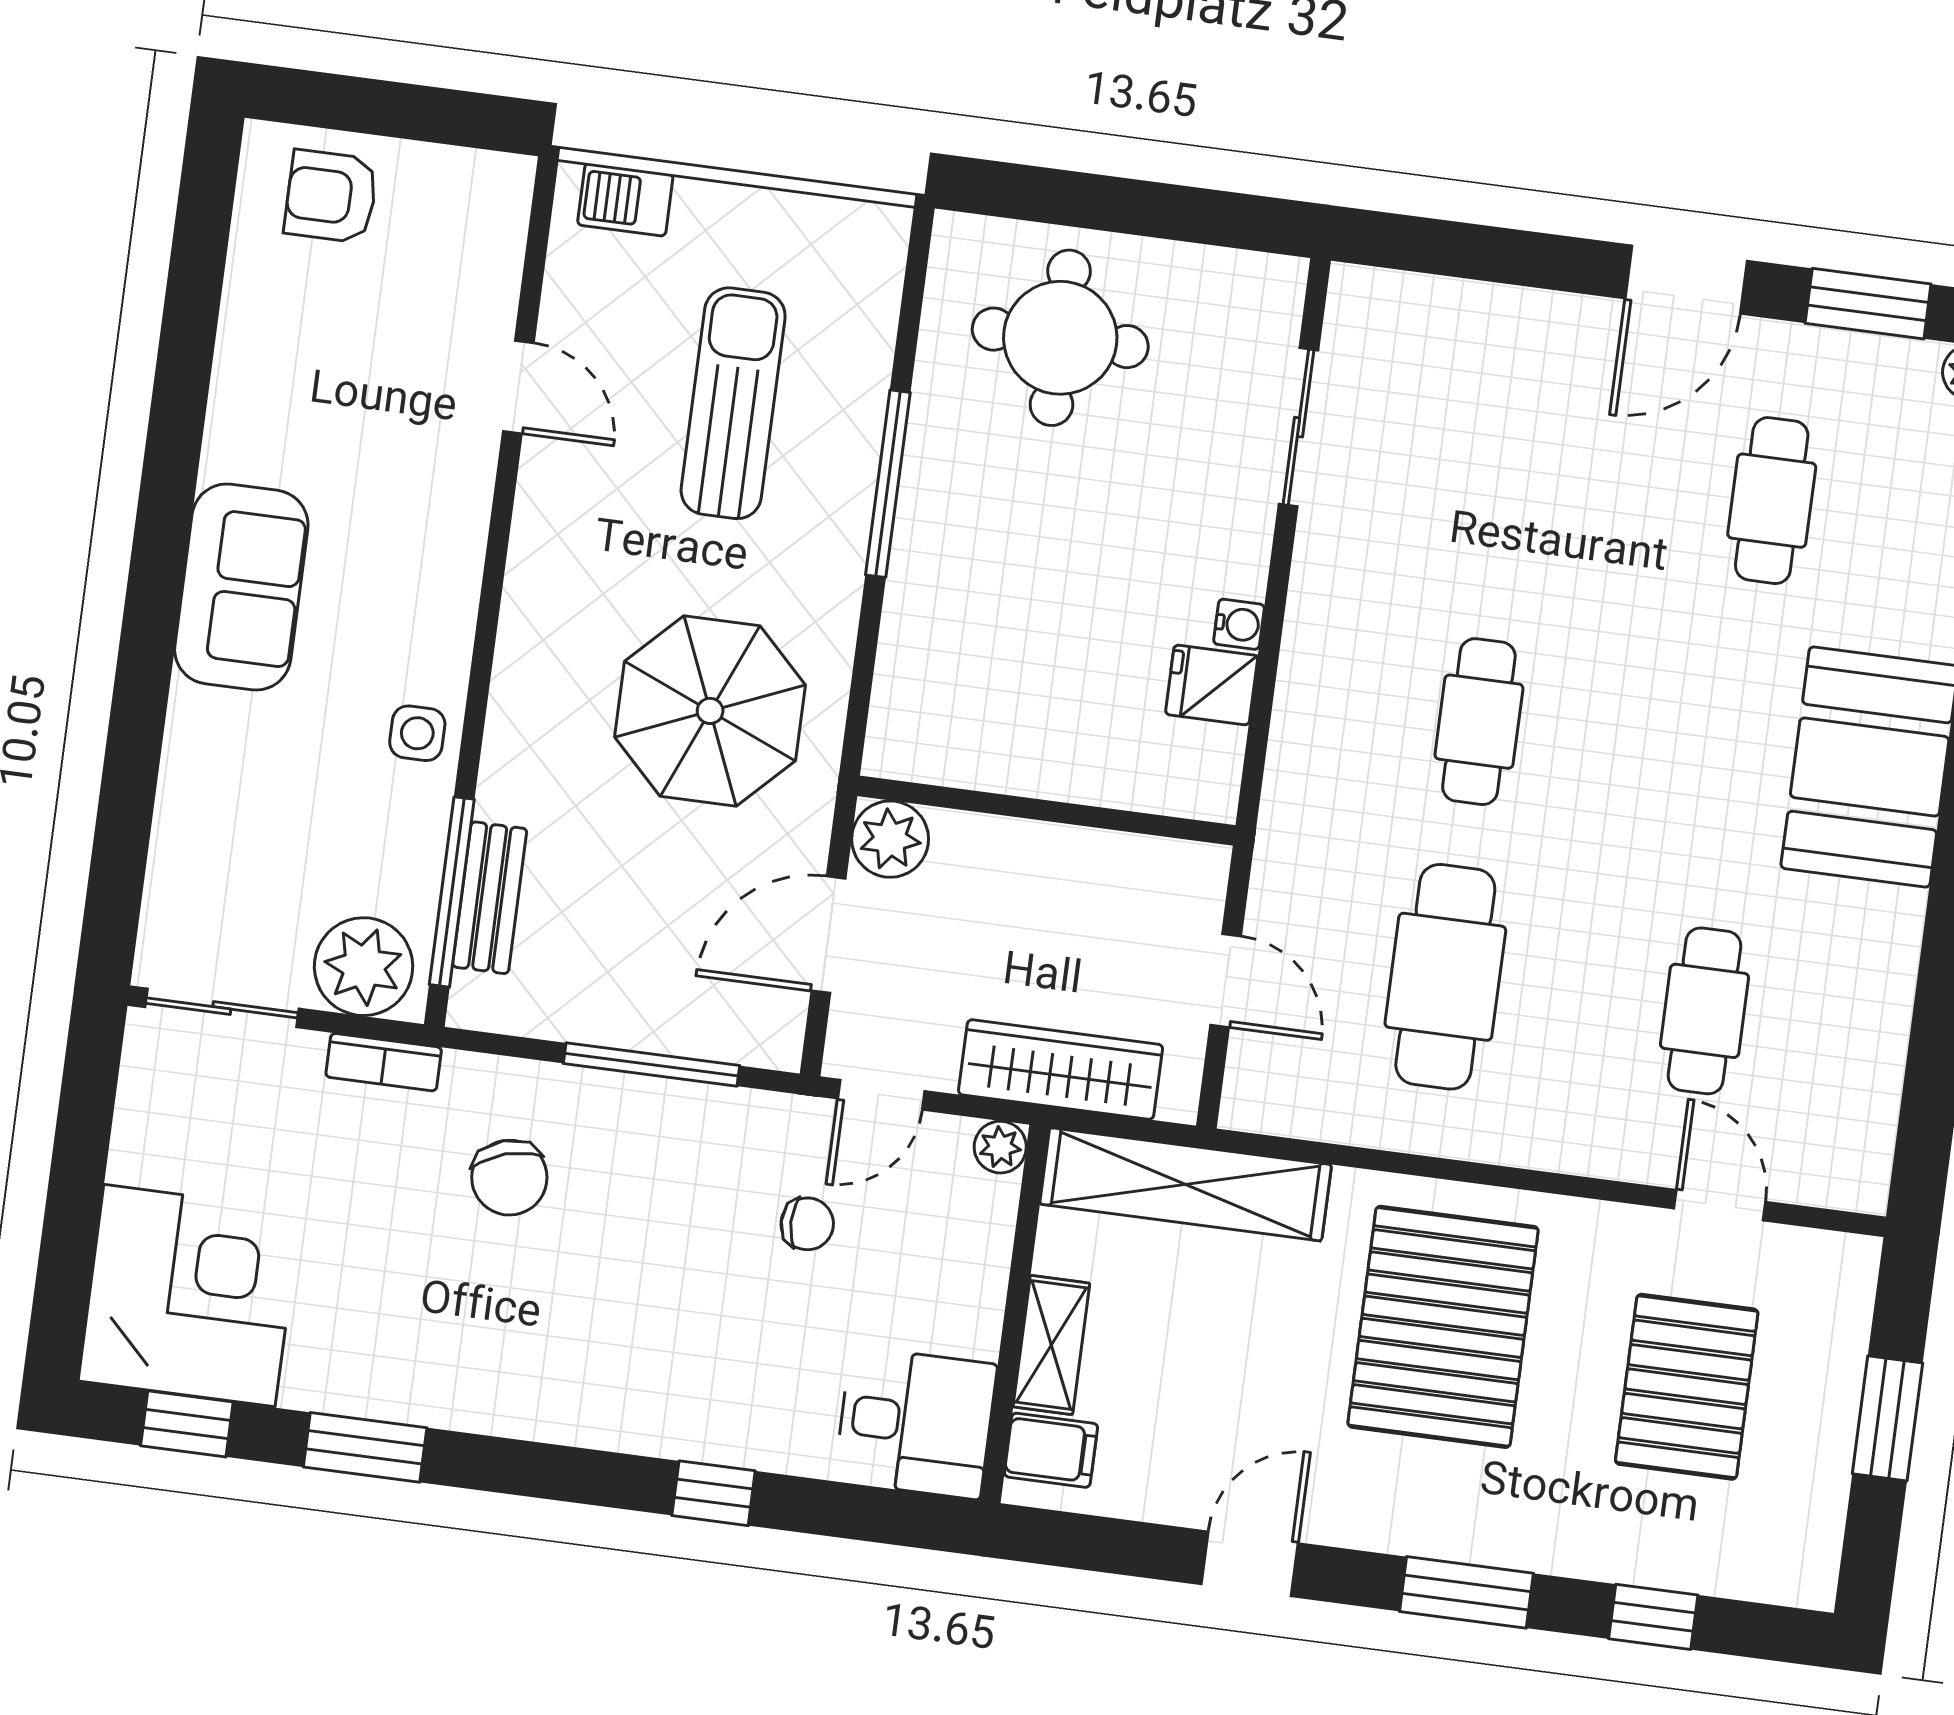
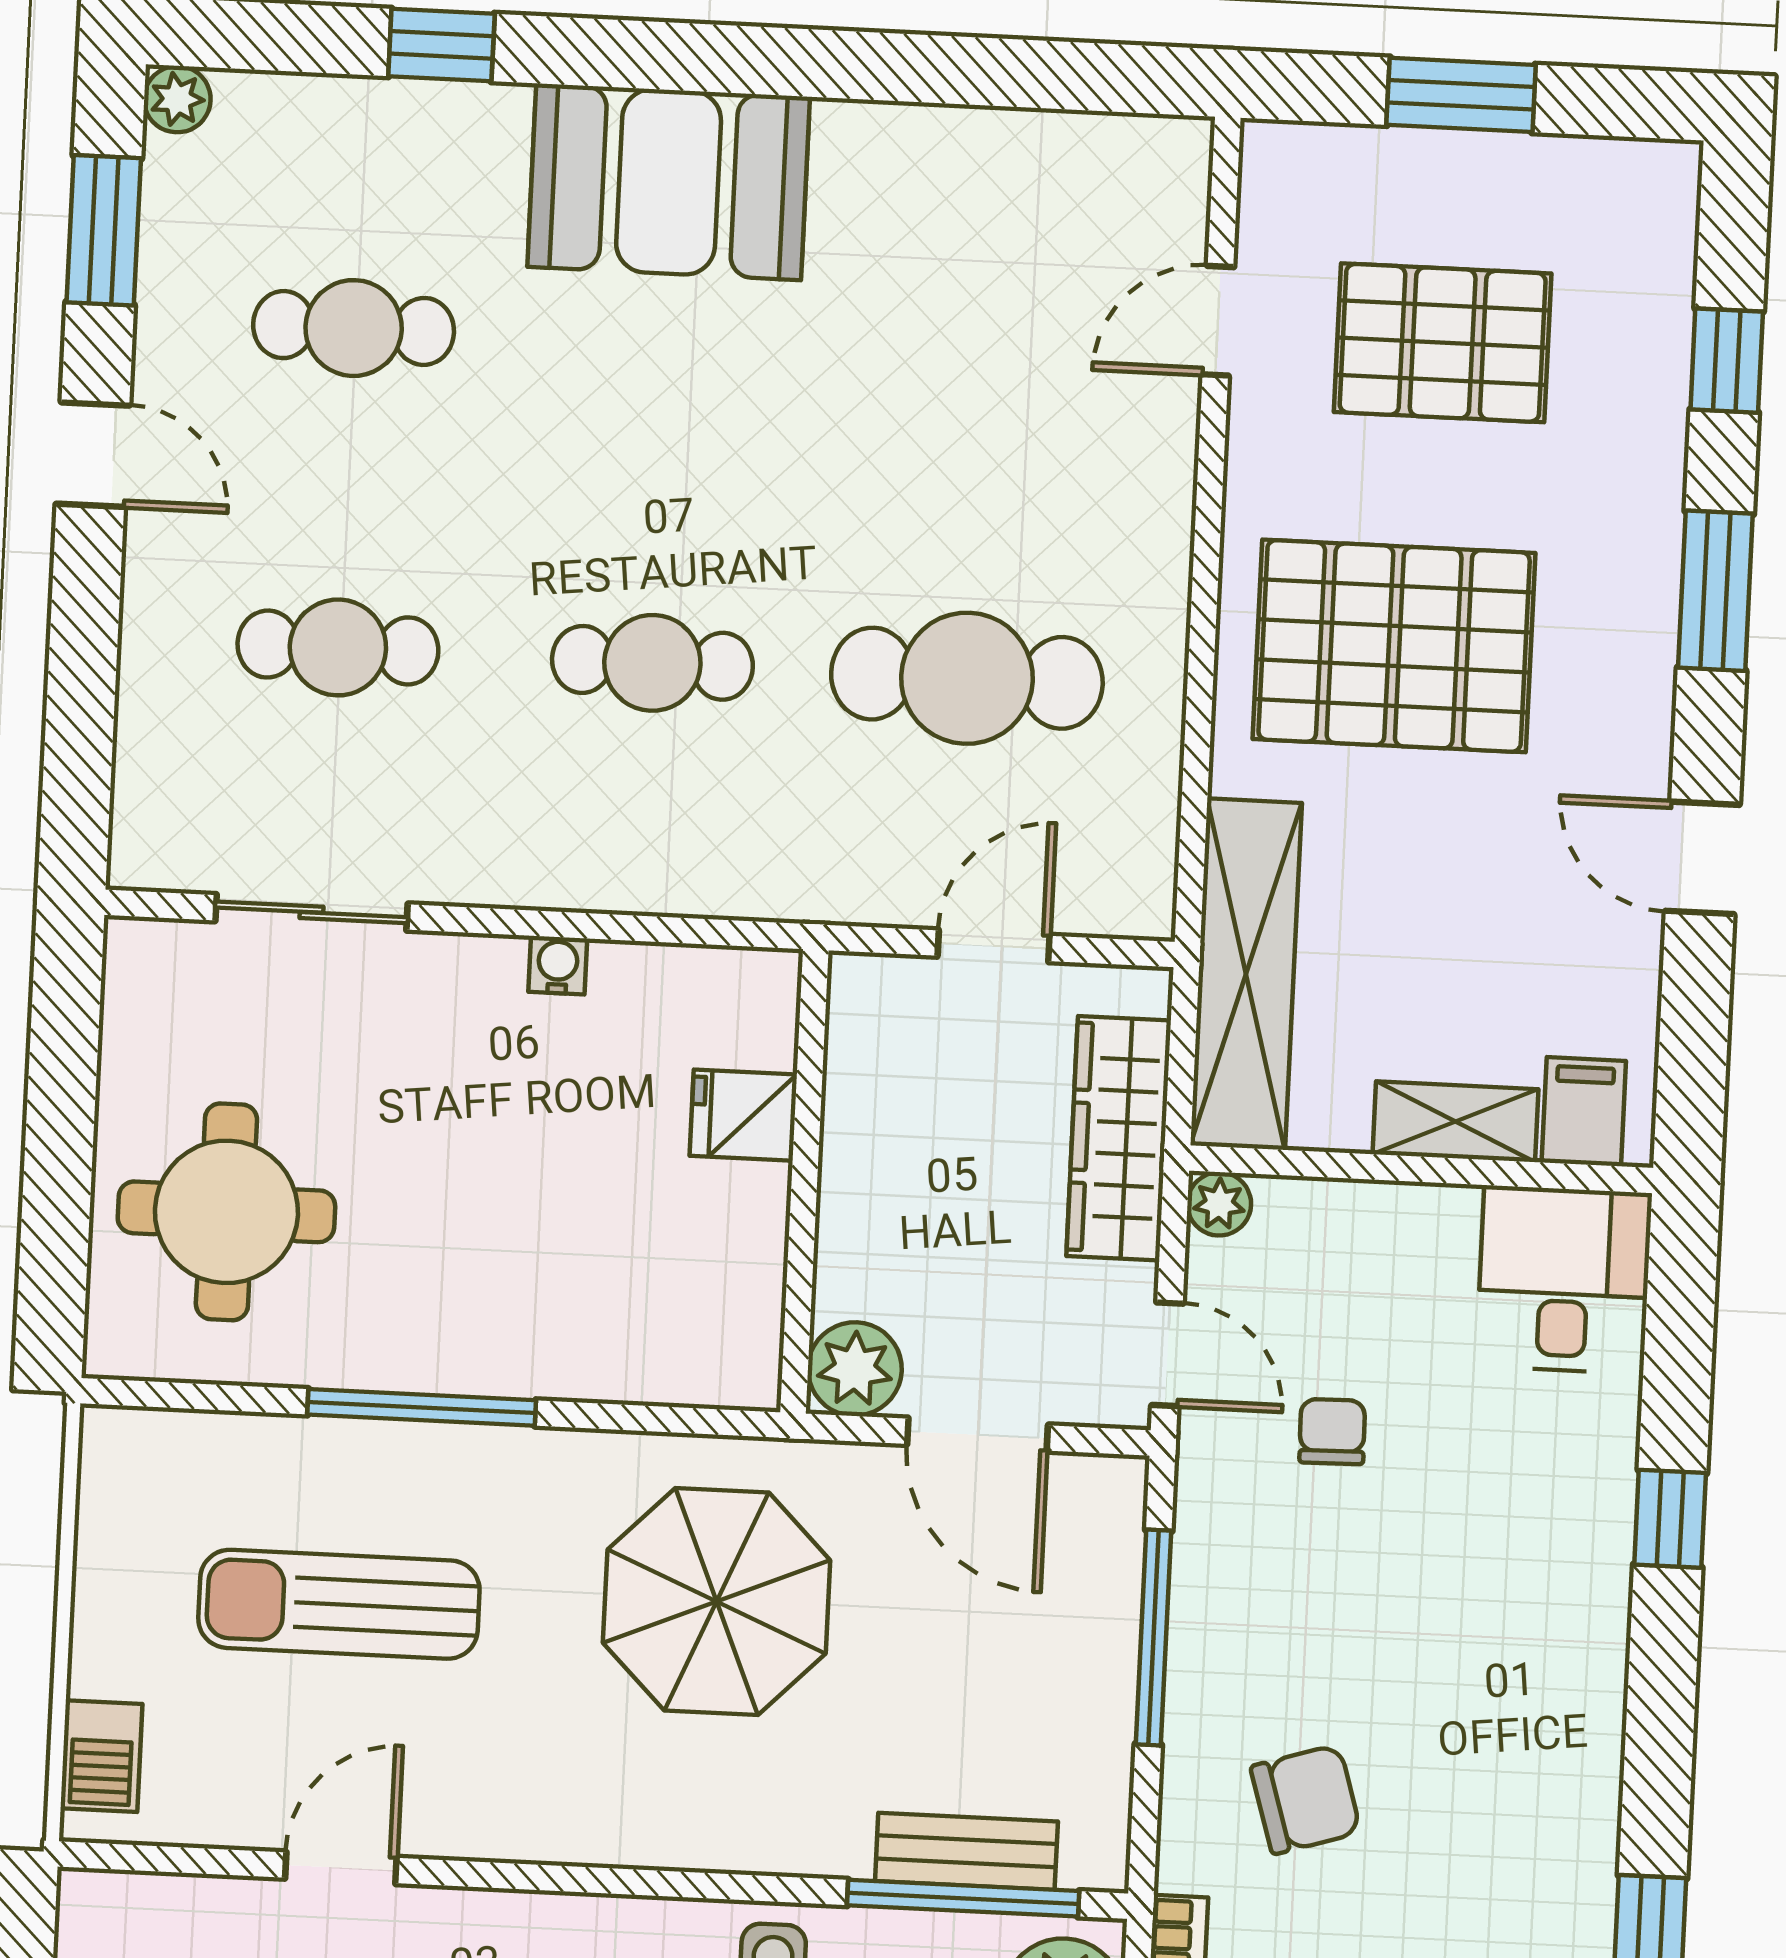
door: (1686, 280) -> (93, 455), width x0.73
fridge: (1212, 685) -> (743, 1115), moved, turned 90
cafe table: (1704, 1011) -> (338, 647), moved

